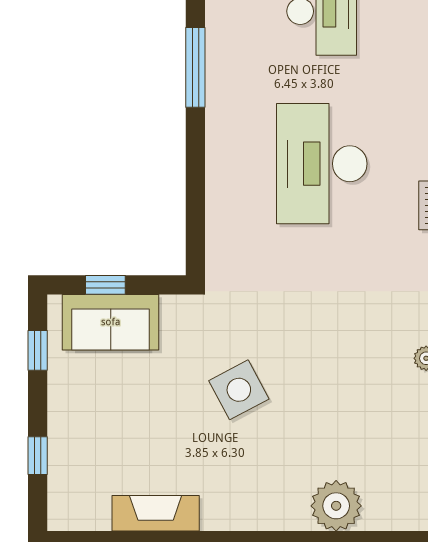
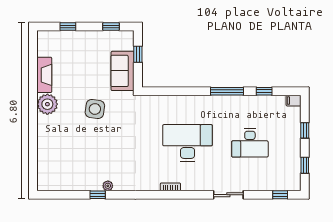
sofa: (111, 322) -> (123, 71), moved
side table: (239, 390) -> (95, 109), turned 36
plant: (336, 506) -> (47, 104), moved

